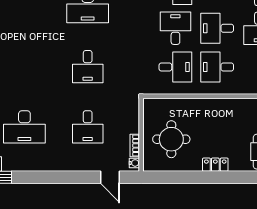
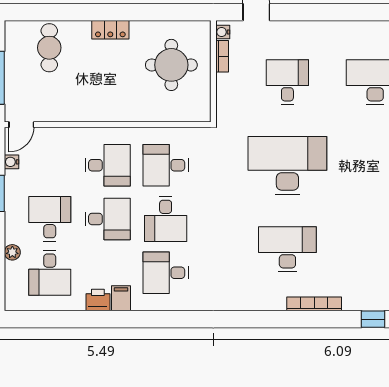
desk: (88, 67) -> (287, 166), width x1.87, depth x1.30

